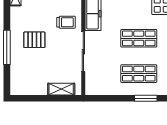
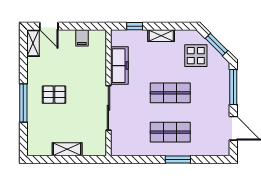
trolley: (66, 22) -> (89, 75), removed
shelving: (61, 89) -> (67, 149), moved

